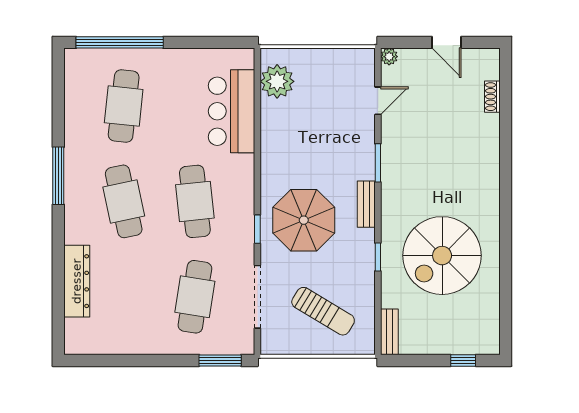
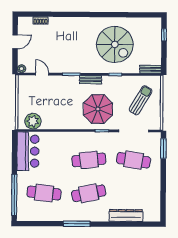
bar counter: (232, 111) -> (28, 151), moved, turned -90

